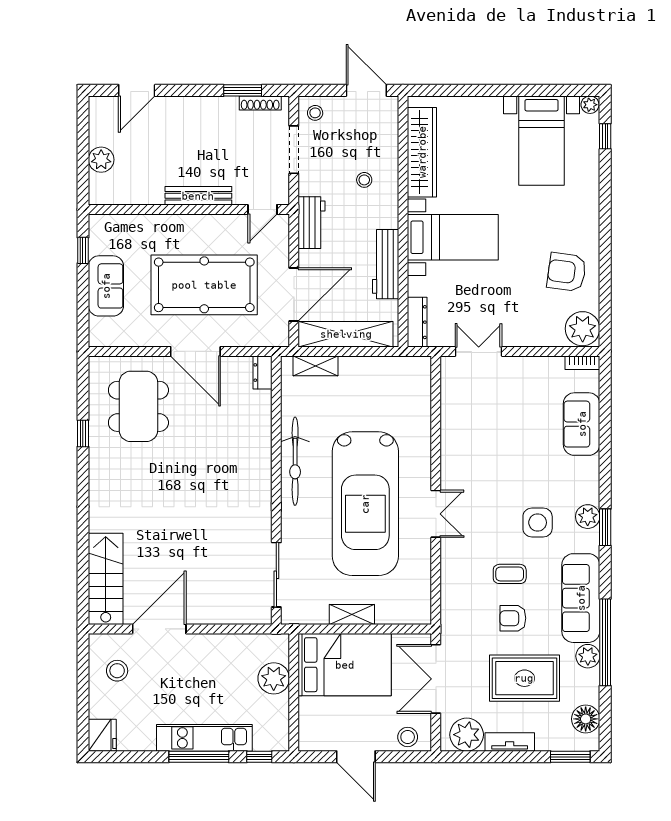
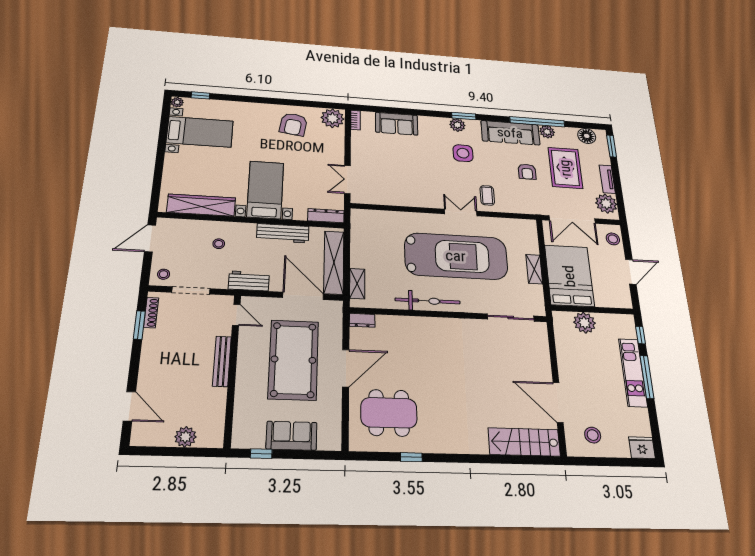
coffee table: (510, 574) -> (487, 195), moved

